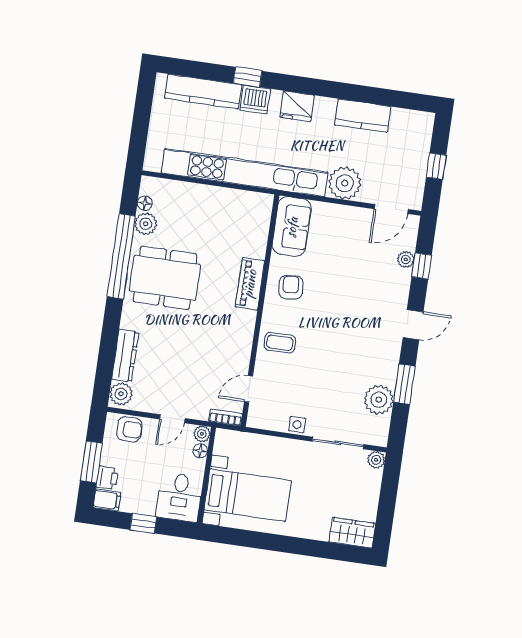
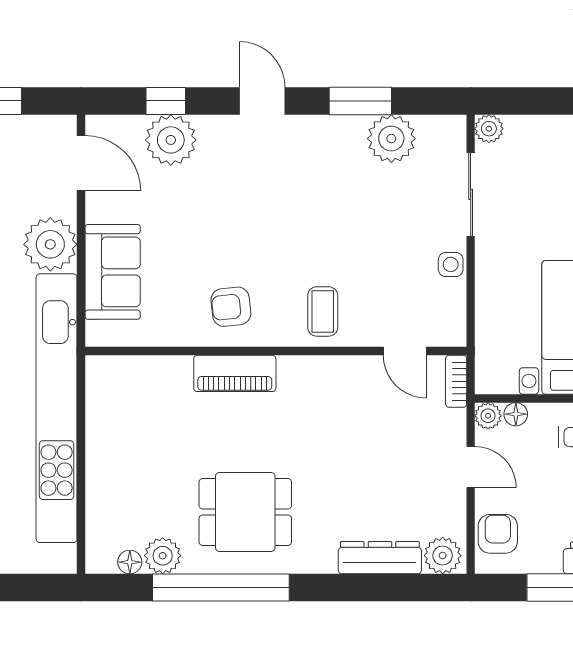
sofa: (292, 227) -> (113, 272), moved, turned 90
plant: (406, 259) -> (171, 140), width x1.87, depth x1.87
dining table: (165, 278) -> (245, 512), width x0.73

